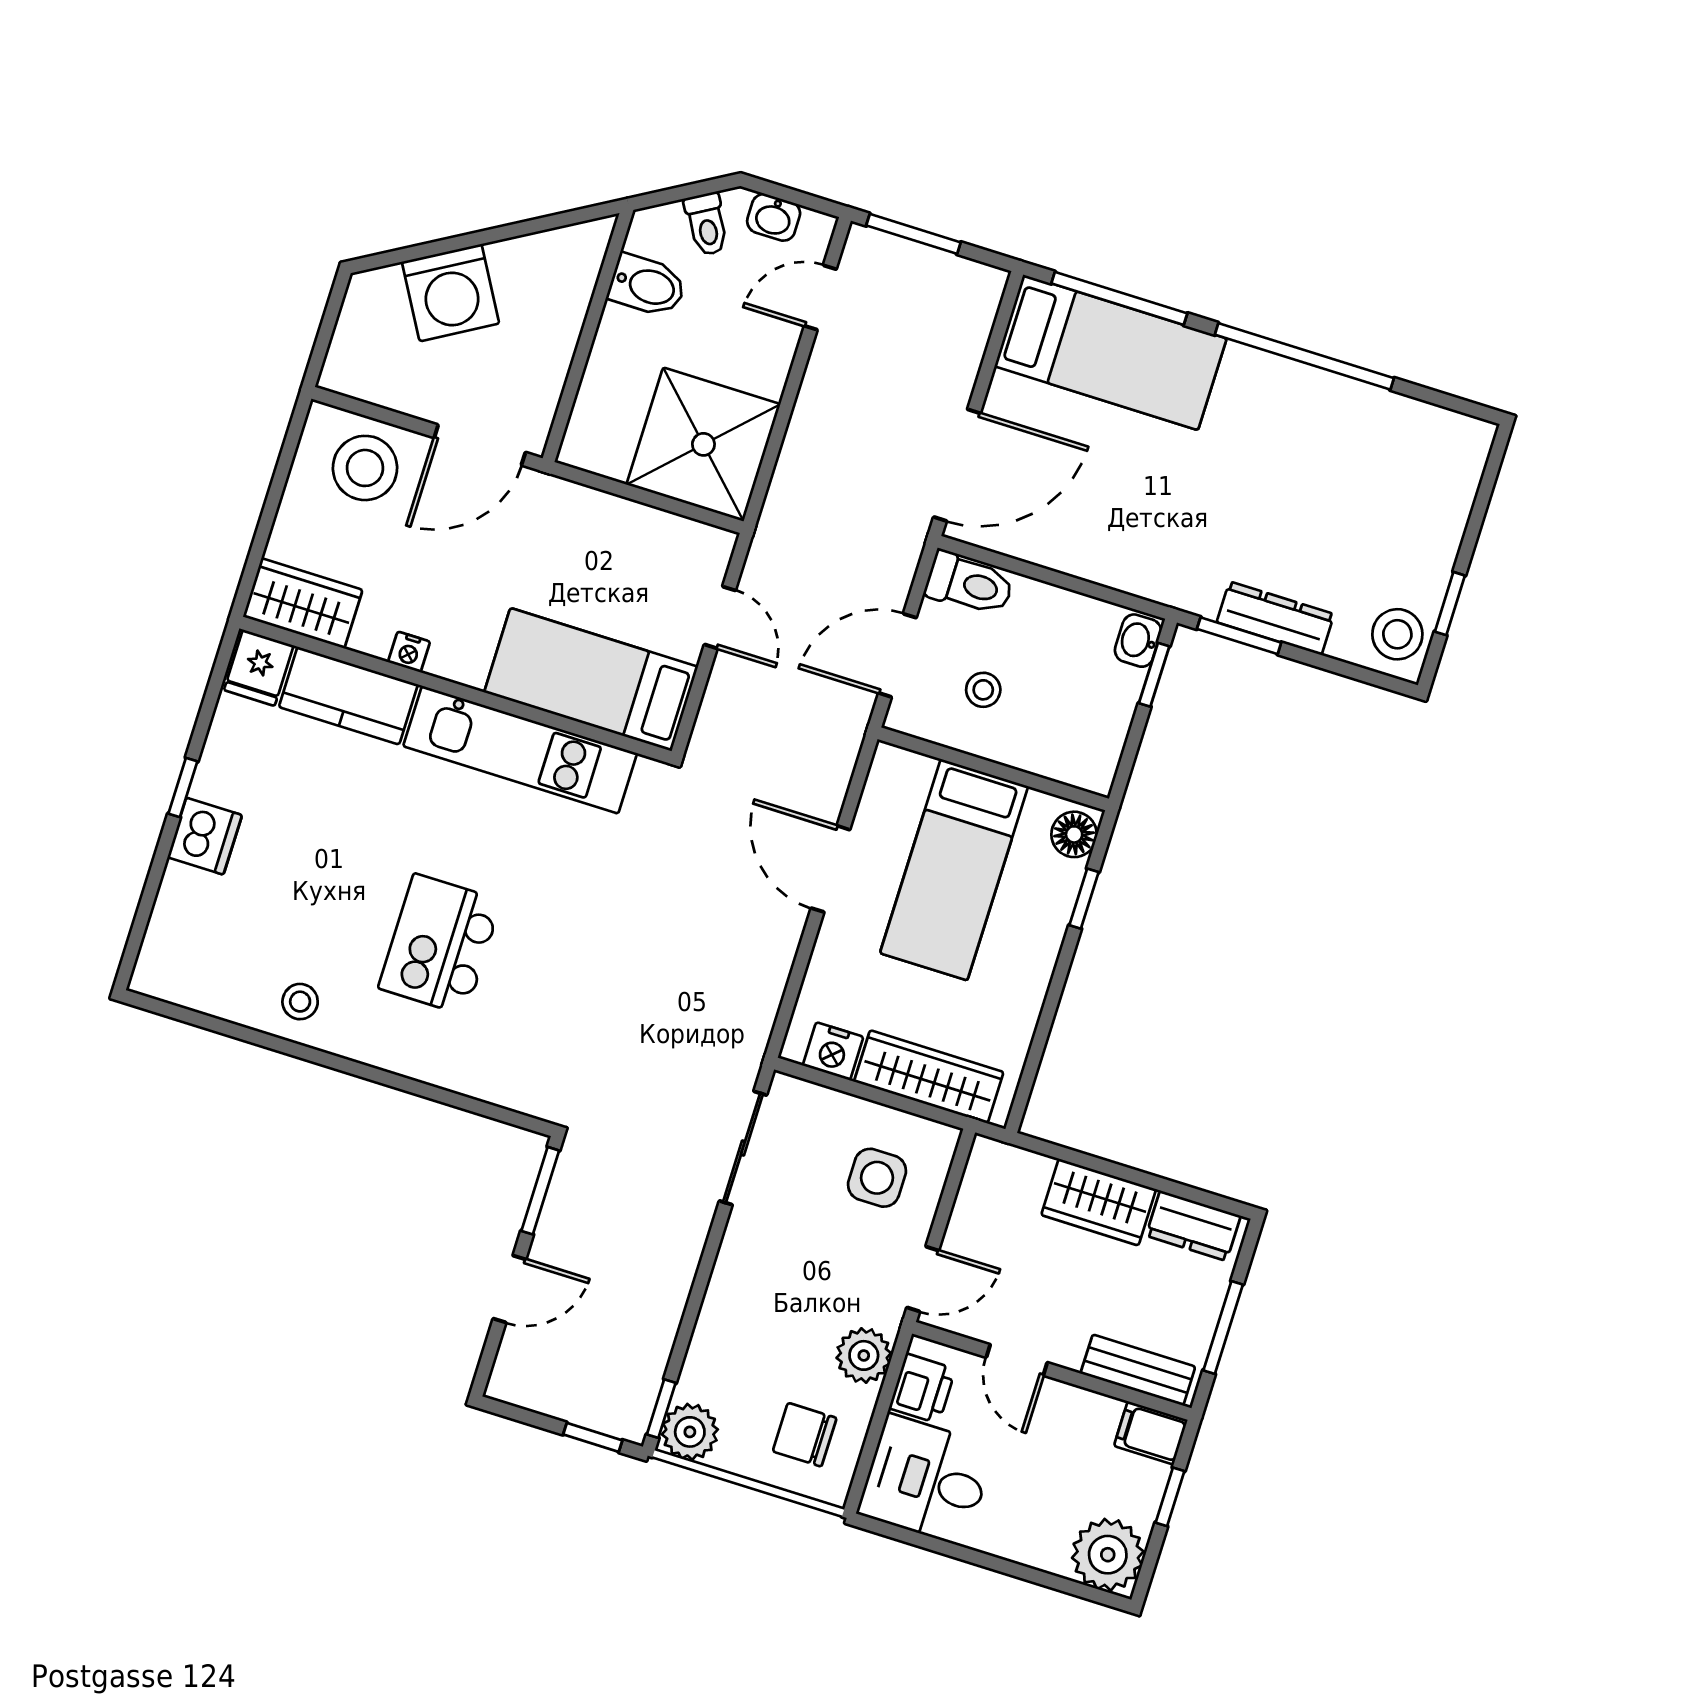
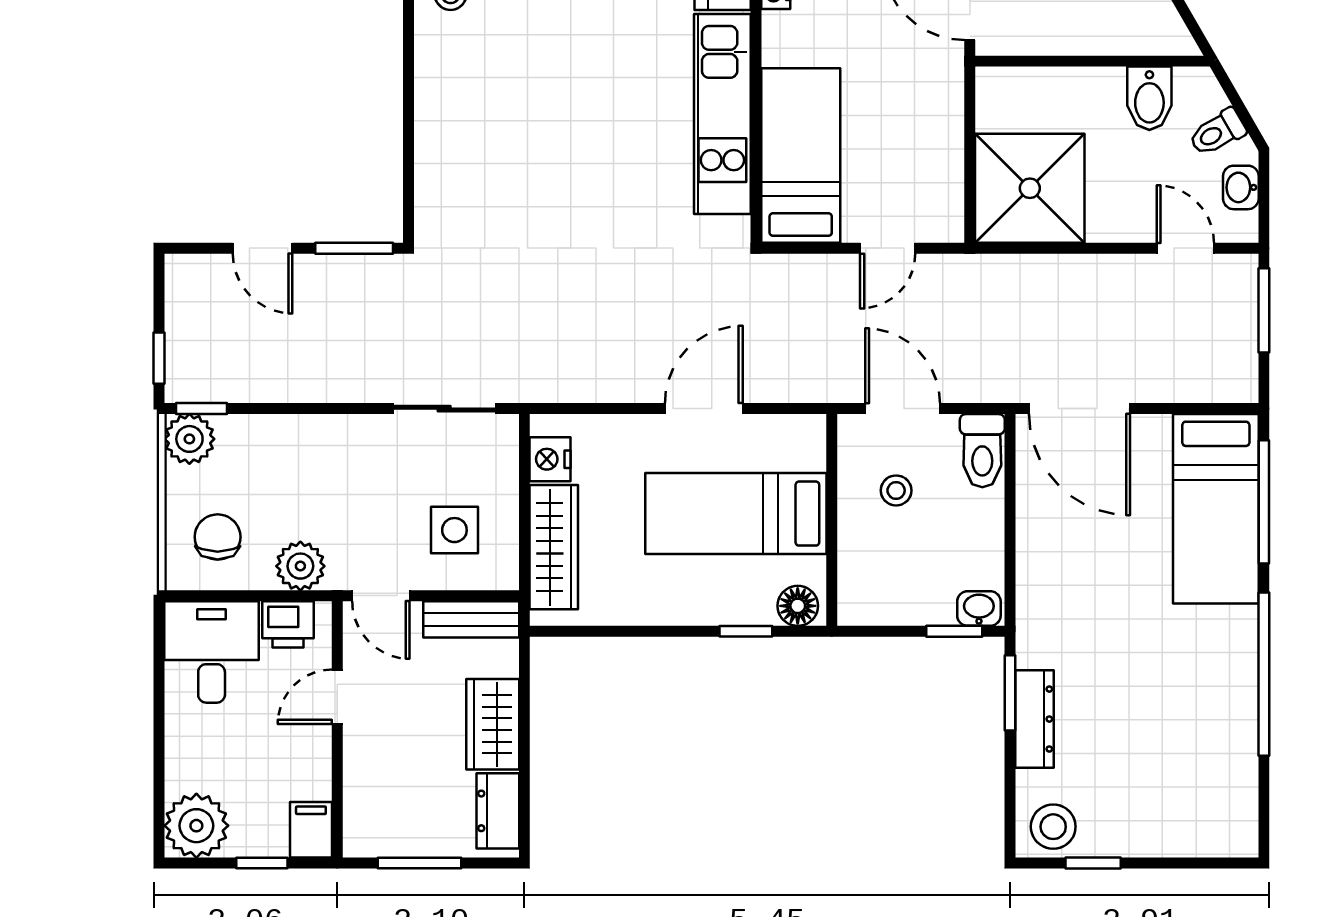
kitchen island: (440, 944) -> (536, 98), removed
bench: (1138, 1370) -> (471, 619), moved, turned 90

